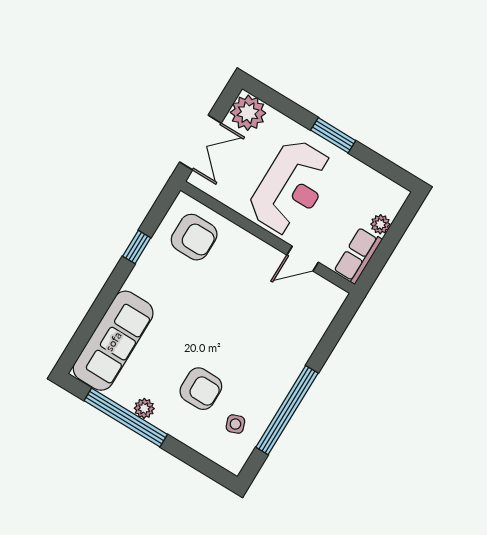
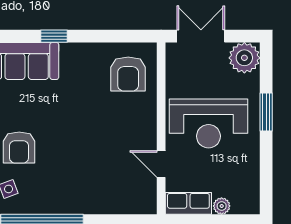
window: (333, 135) -> (266, 112), moved
double door: (200, 143) -> (201, 36), swing flipped
window: (137, 247) -> (54, 36), moved

